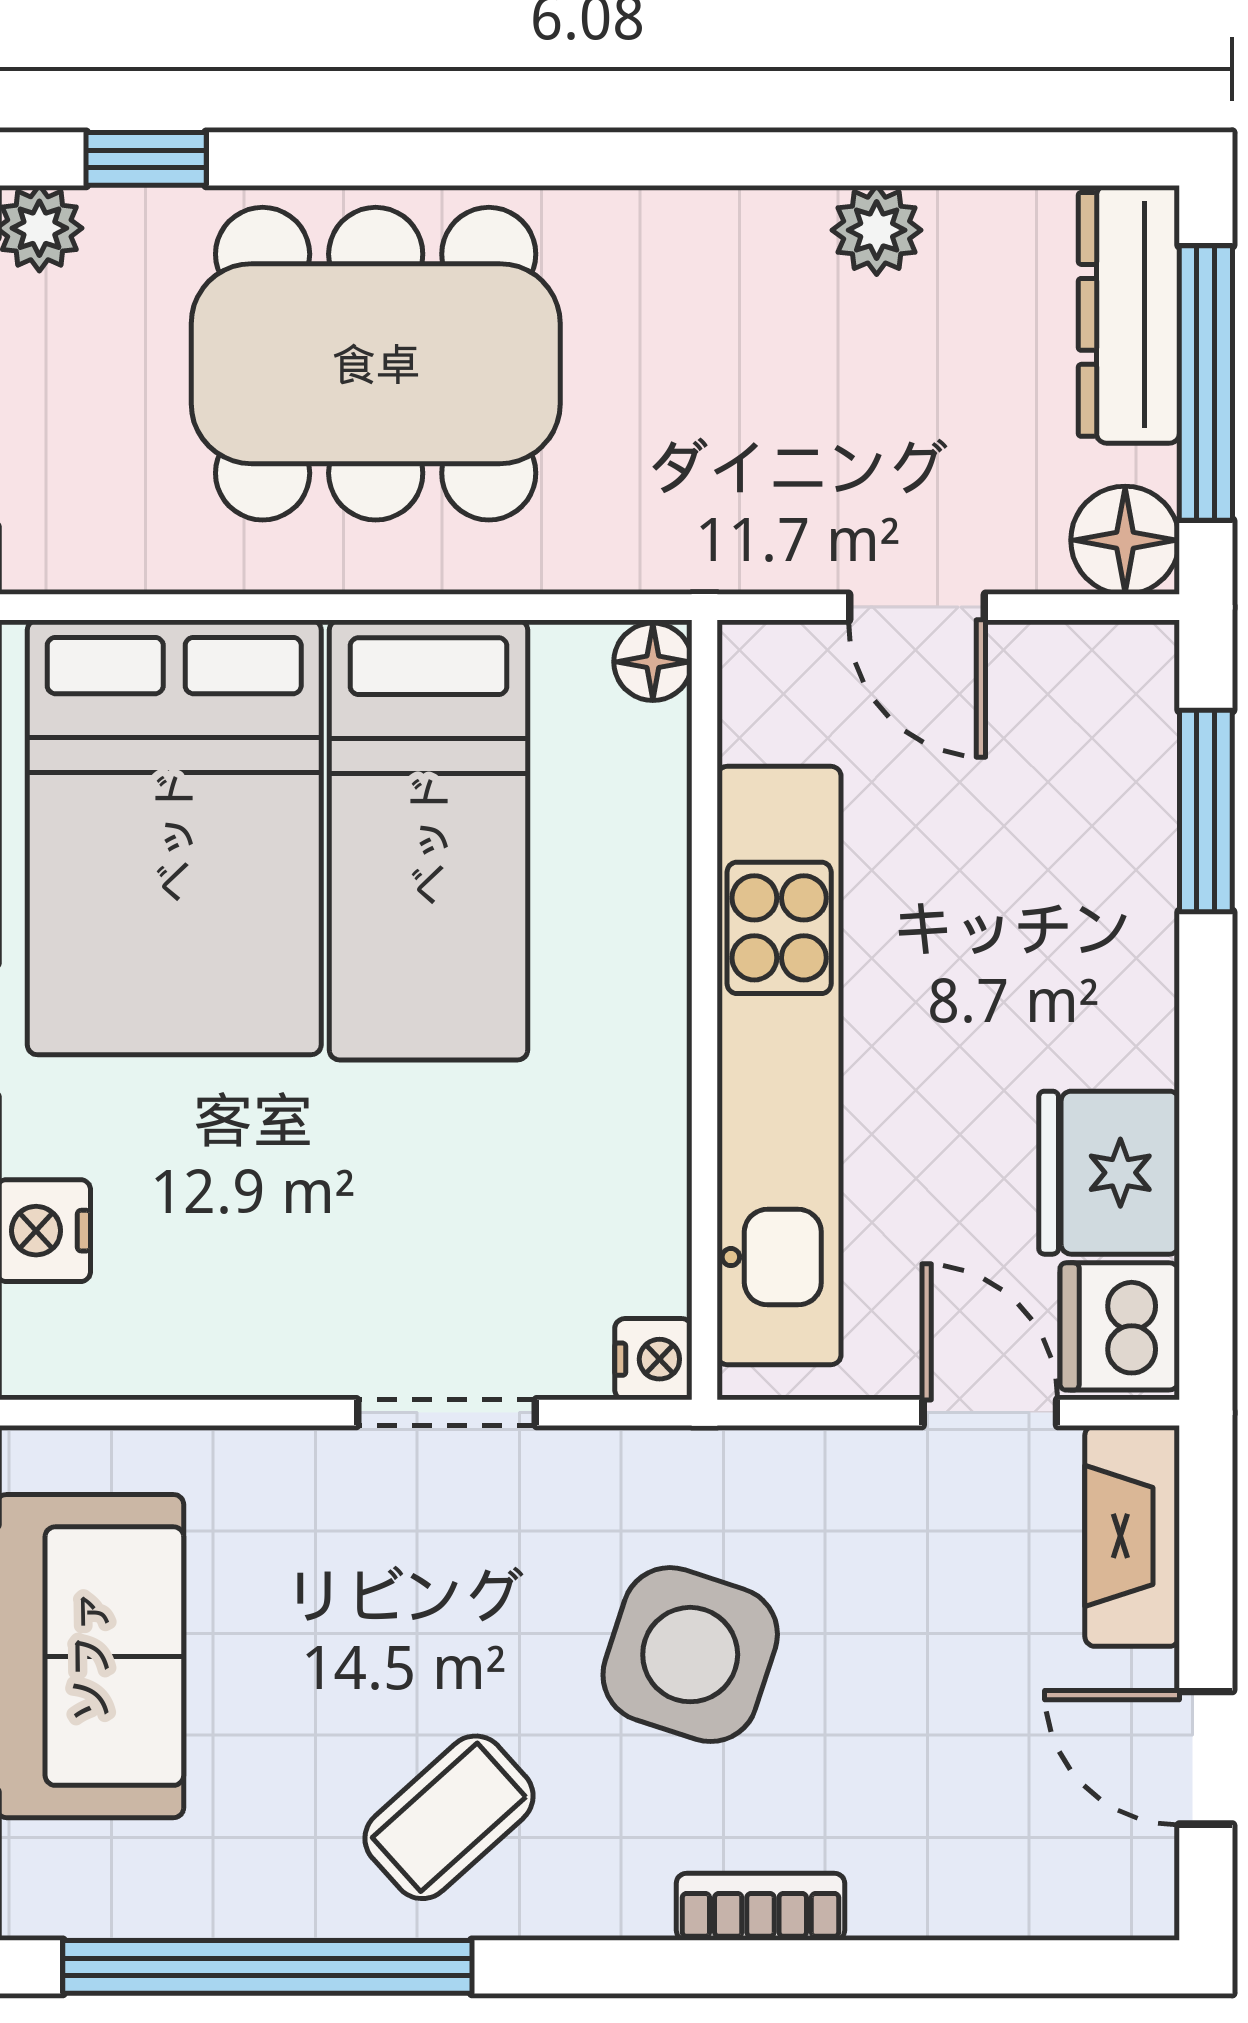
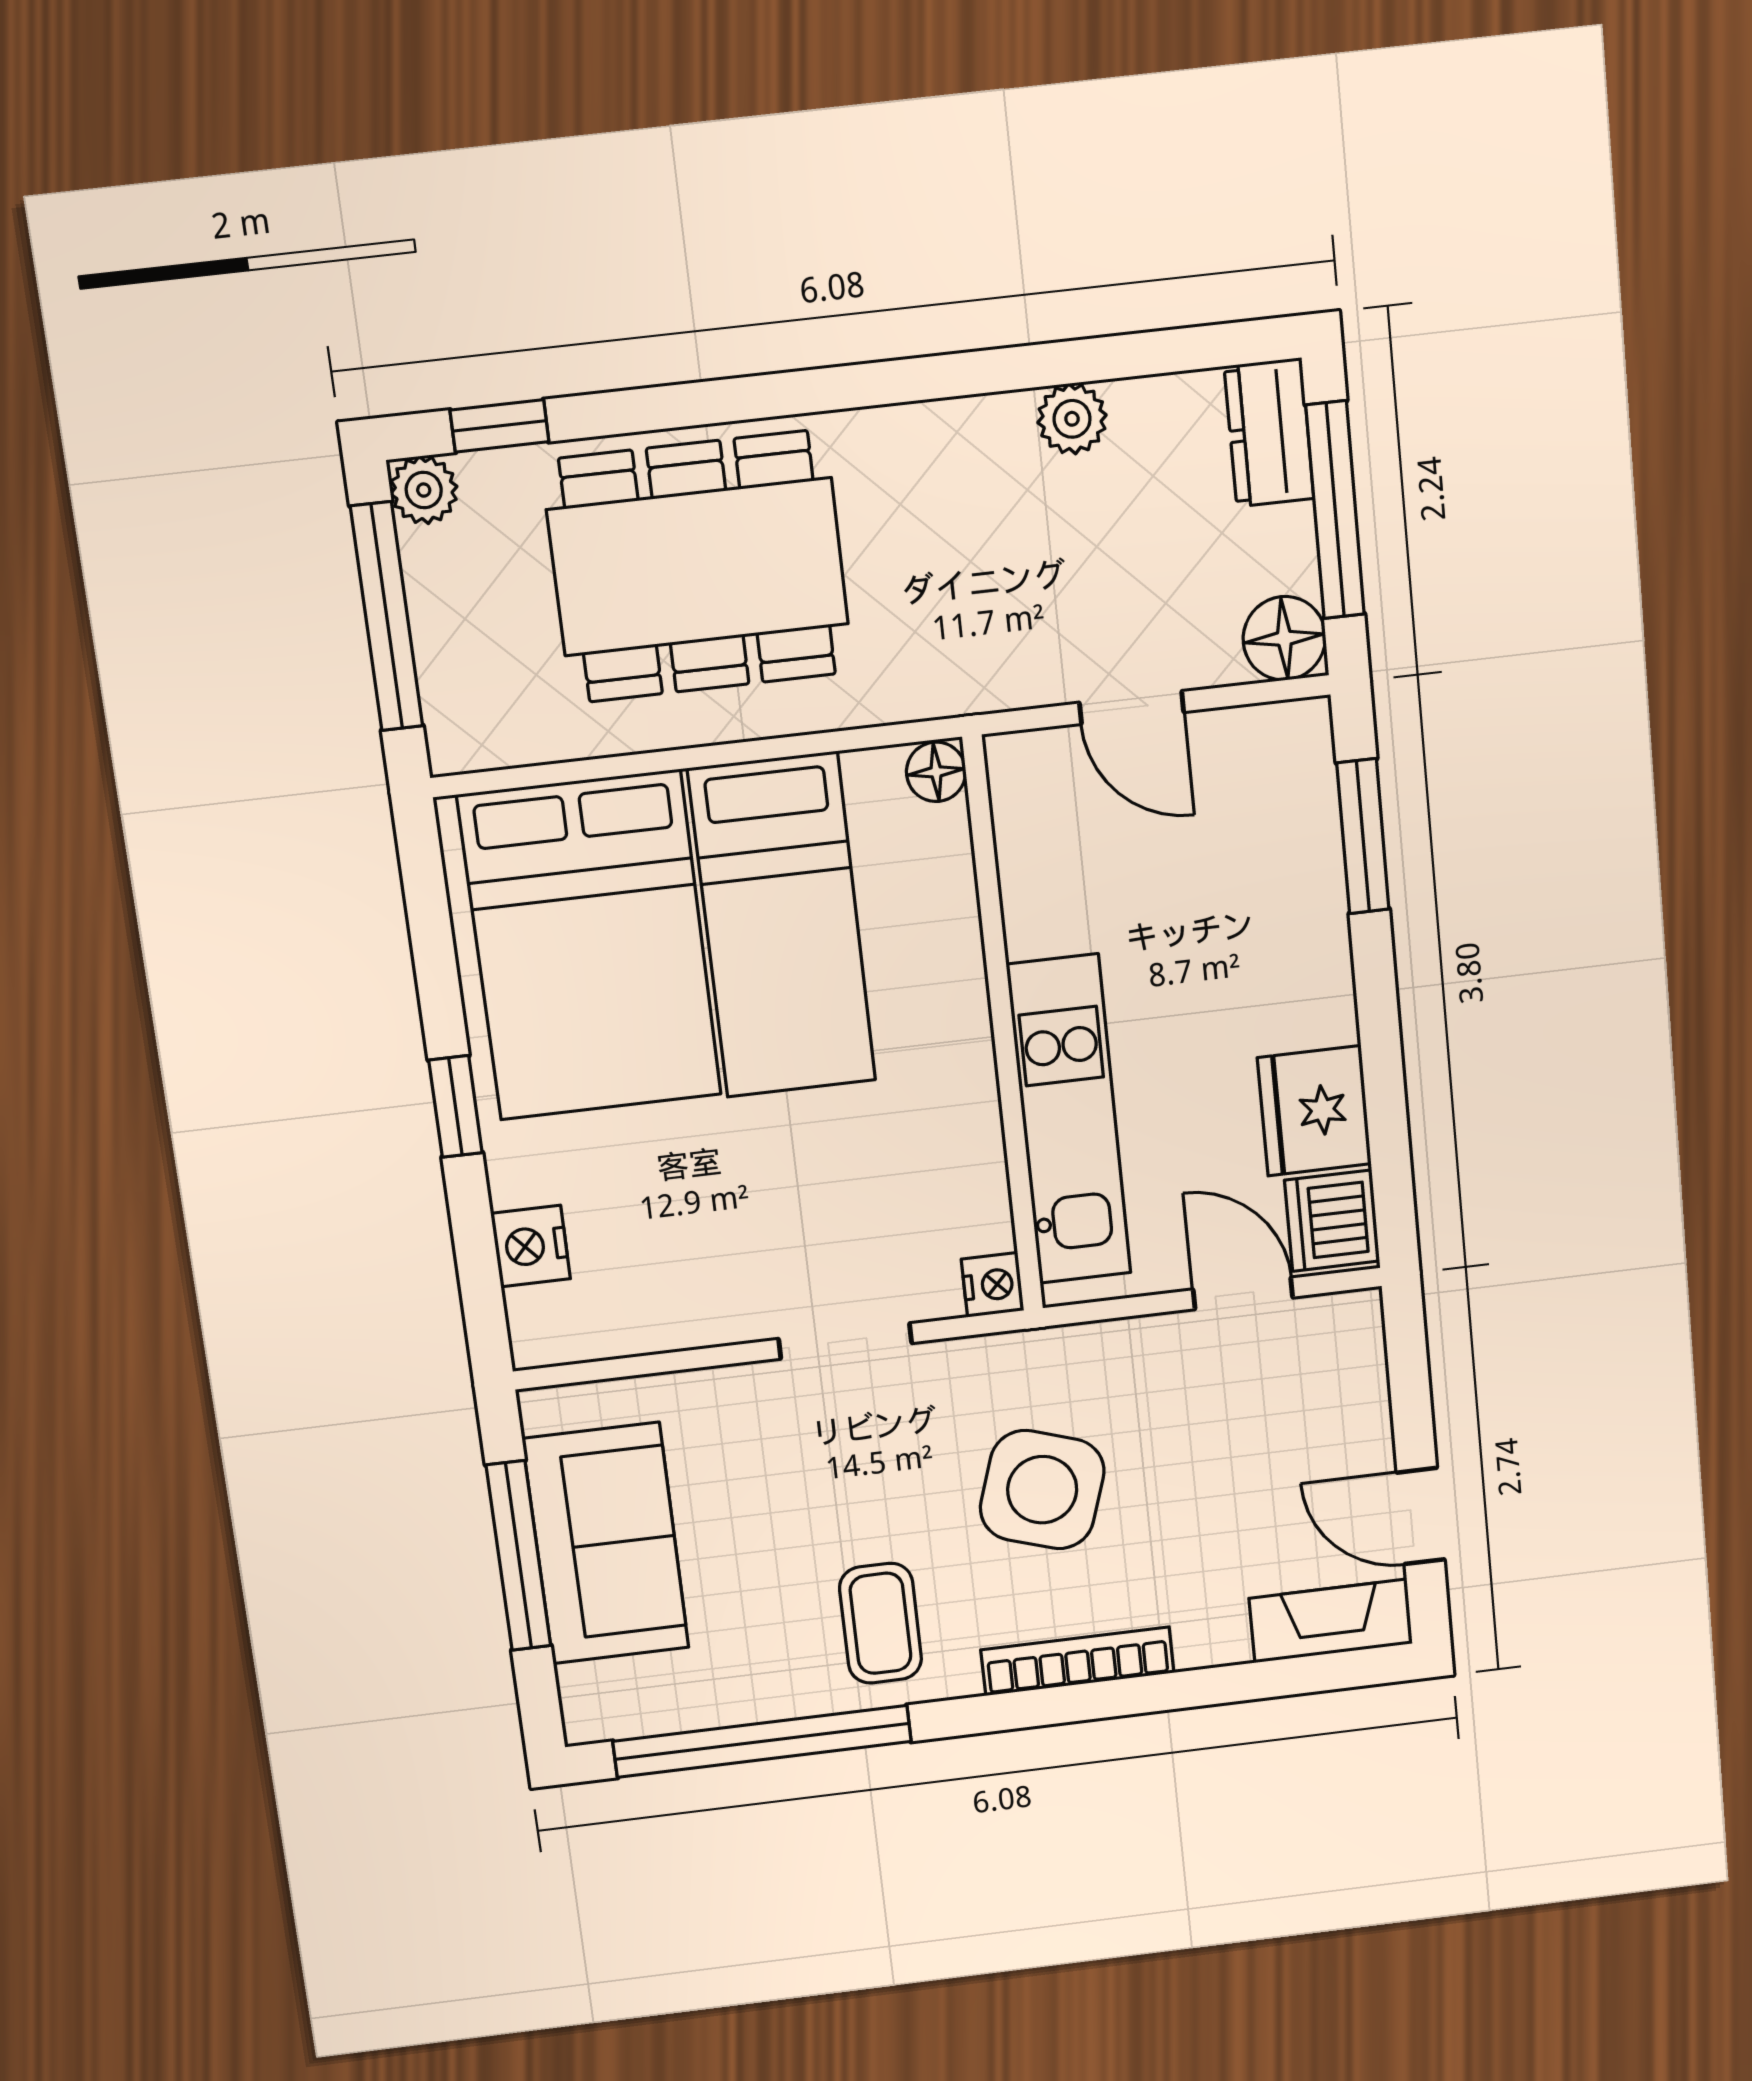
dresser: (1129, 314) -> (1269, 433), width x0.70
kitchen unit: (779, 1066) -> (1069, 1120), width x0.73
fireplace: (1132, 1536) -> (1331, 1621), moved, turned 90
coffee table: (449, 1817) -> (881, 1623), turned -48
bookcase: (760, 1907) -> (1077, 1661), width x1.56

